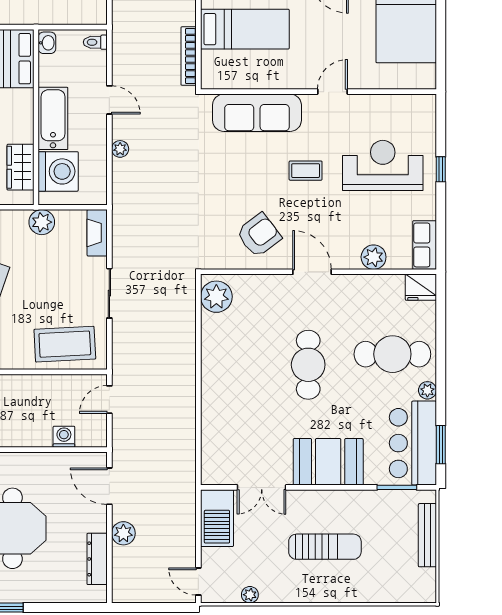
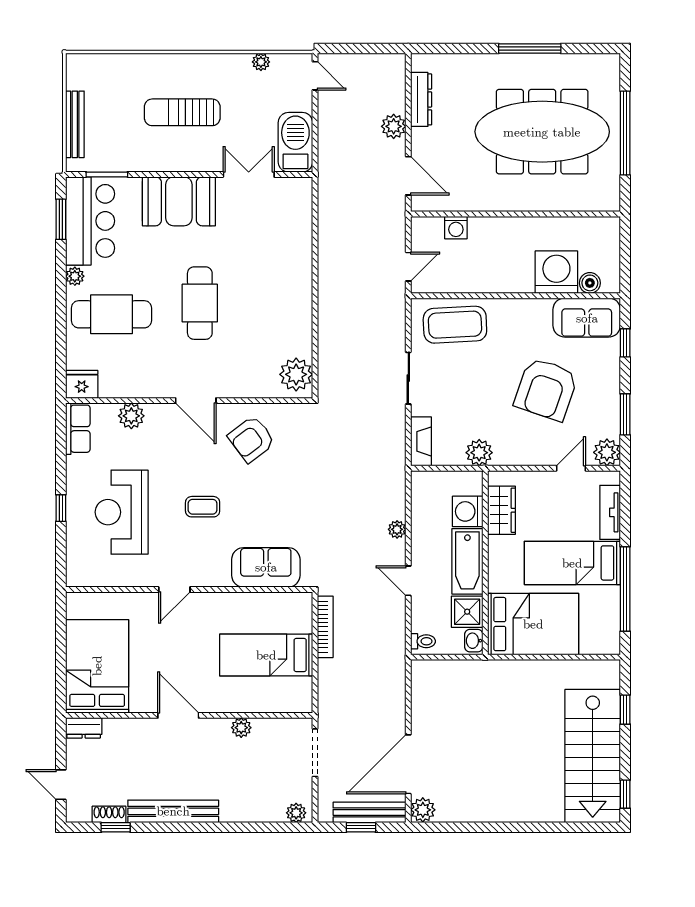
shower: (53, 70) -> (467, 612), added
sofa: (257, 113) -> (266, 567), width x0.73
reception desk: (383, 165) -> (122, 512), turned 90
washing machine: (58, 171) -> (468, 511), width x0.73, depth x0.73

